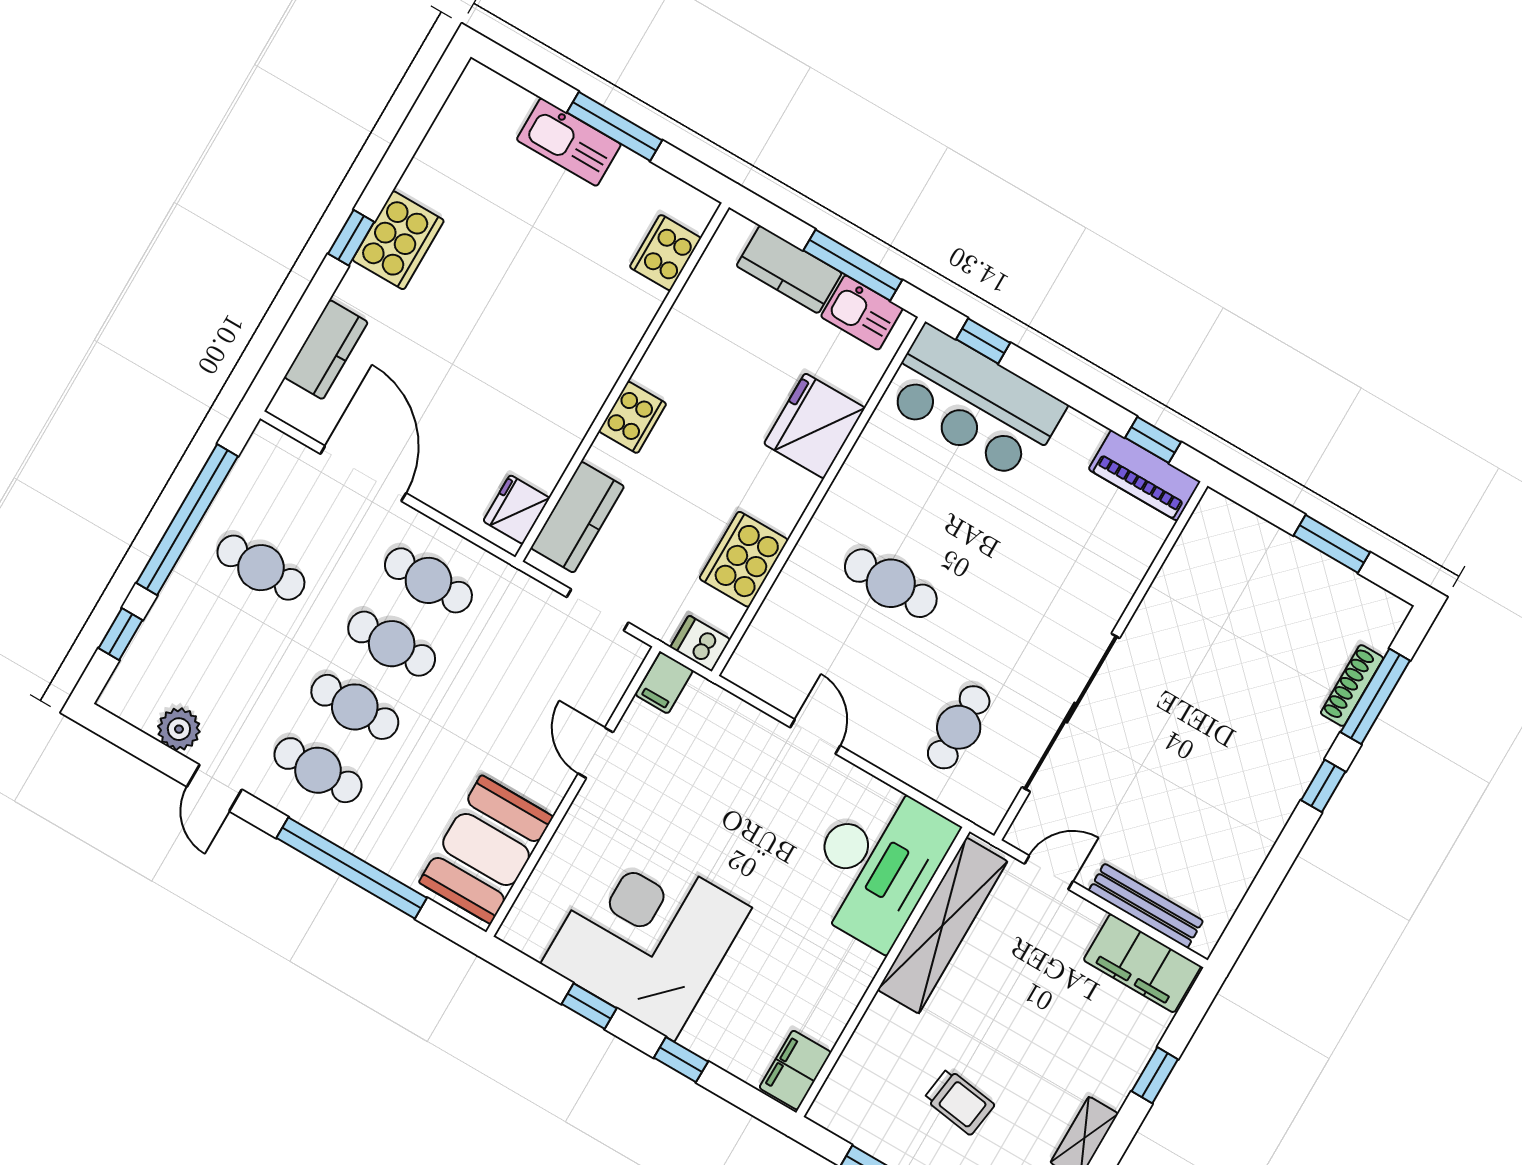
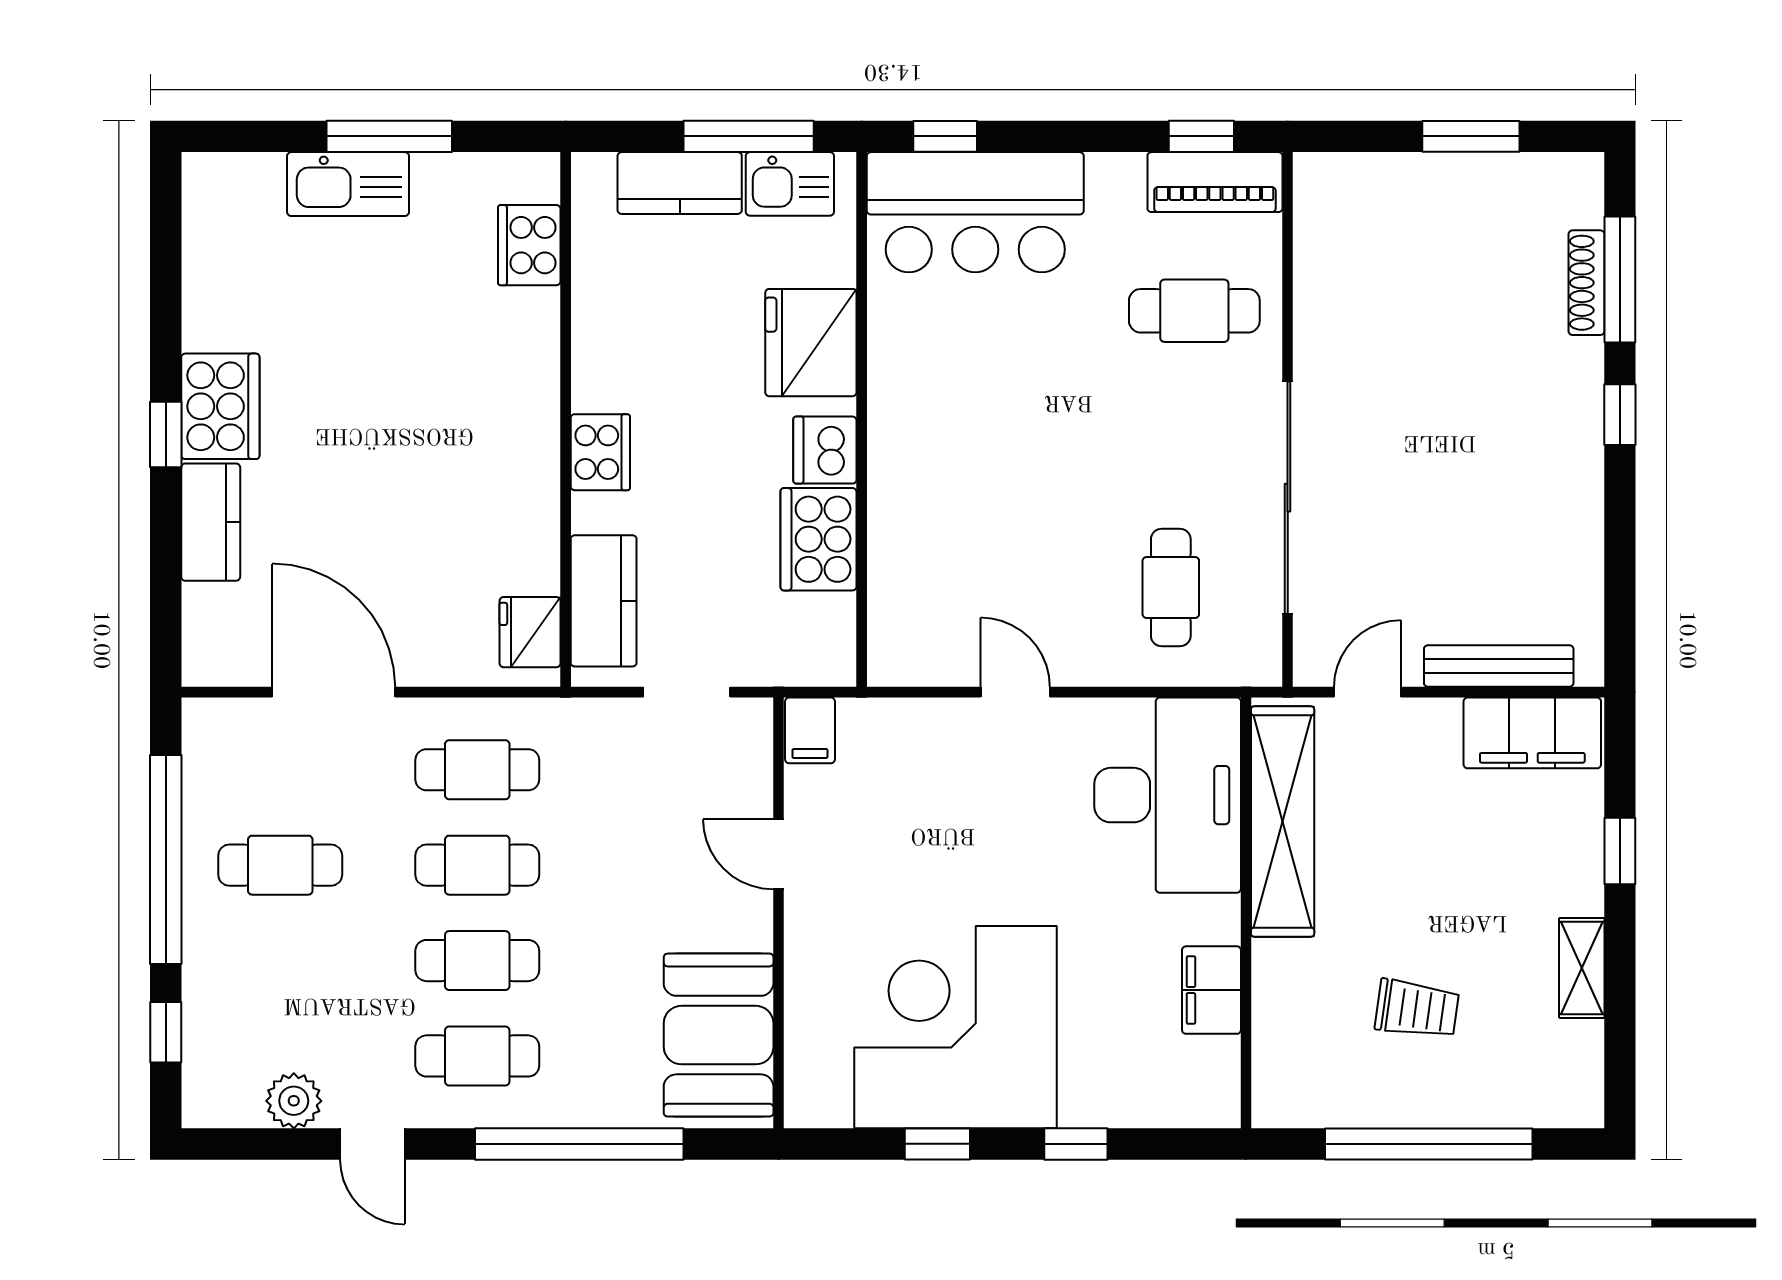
kitchen counter: (326, 350) -> (211, 522), moved
cafe table: (891, 583) -> (1194, 311), moved
dishwasher: (700, 643) -> (825, 450), moved, width x1.38
filing cabinet: (795, 1070) -> (1211, 990), moved

